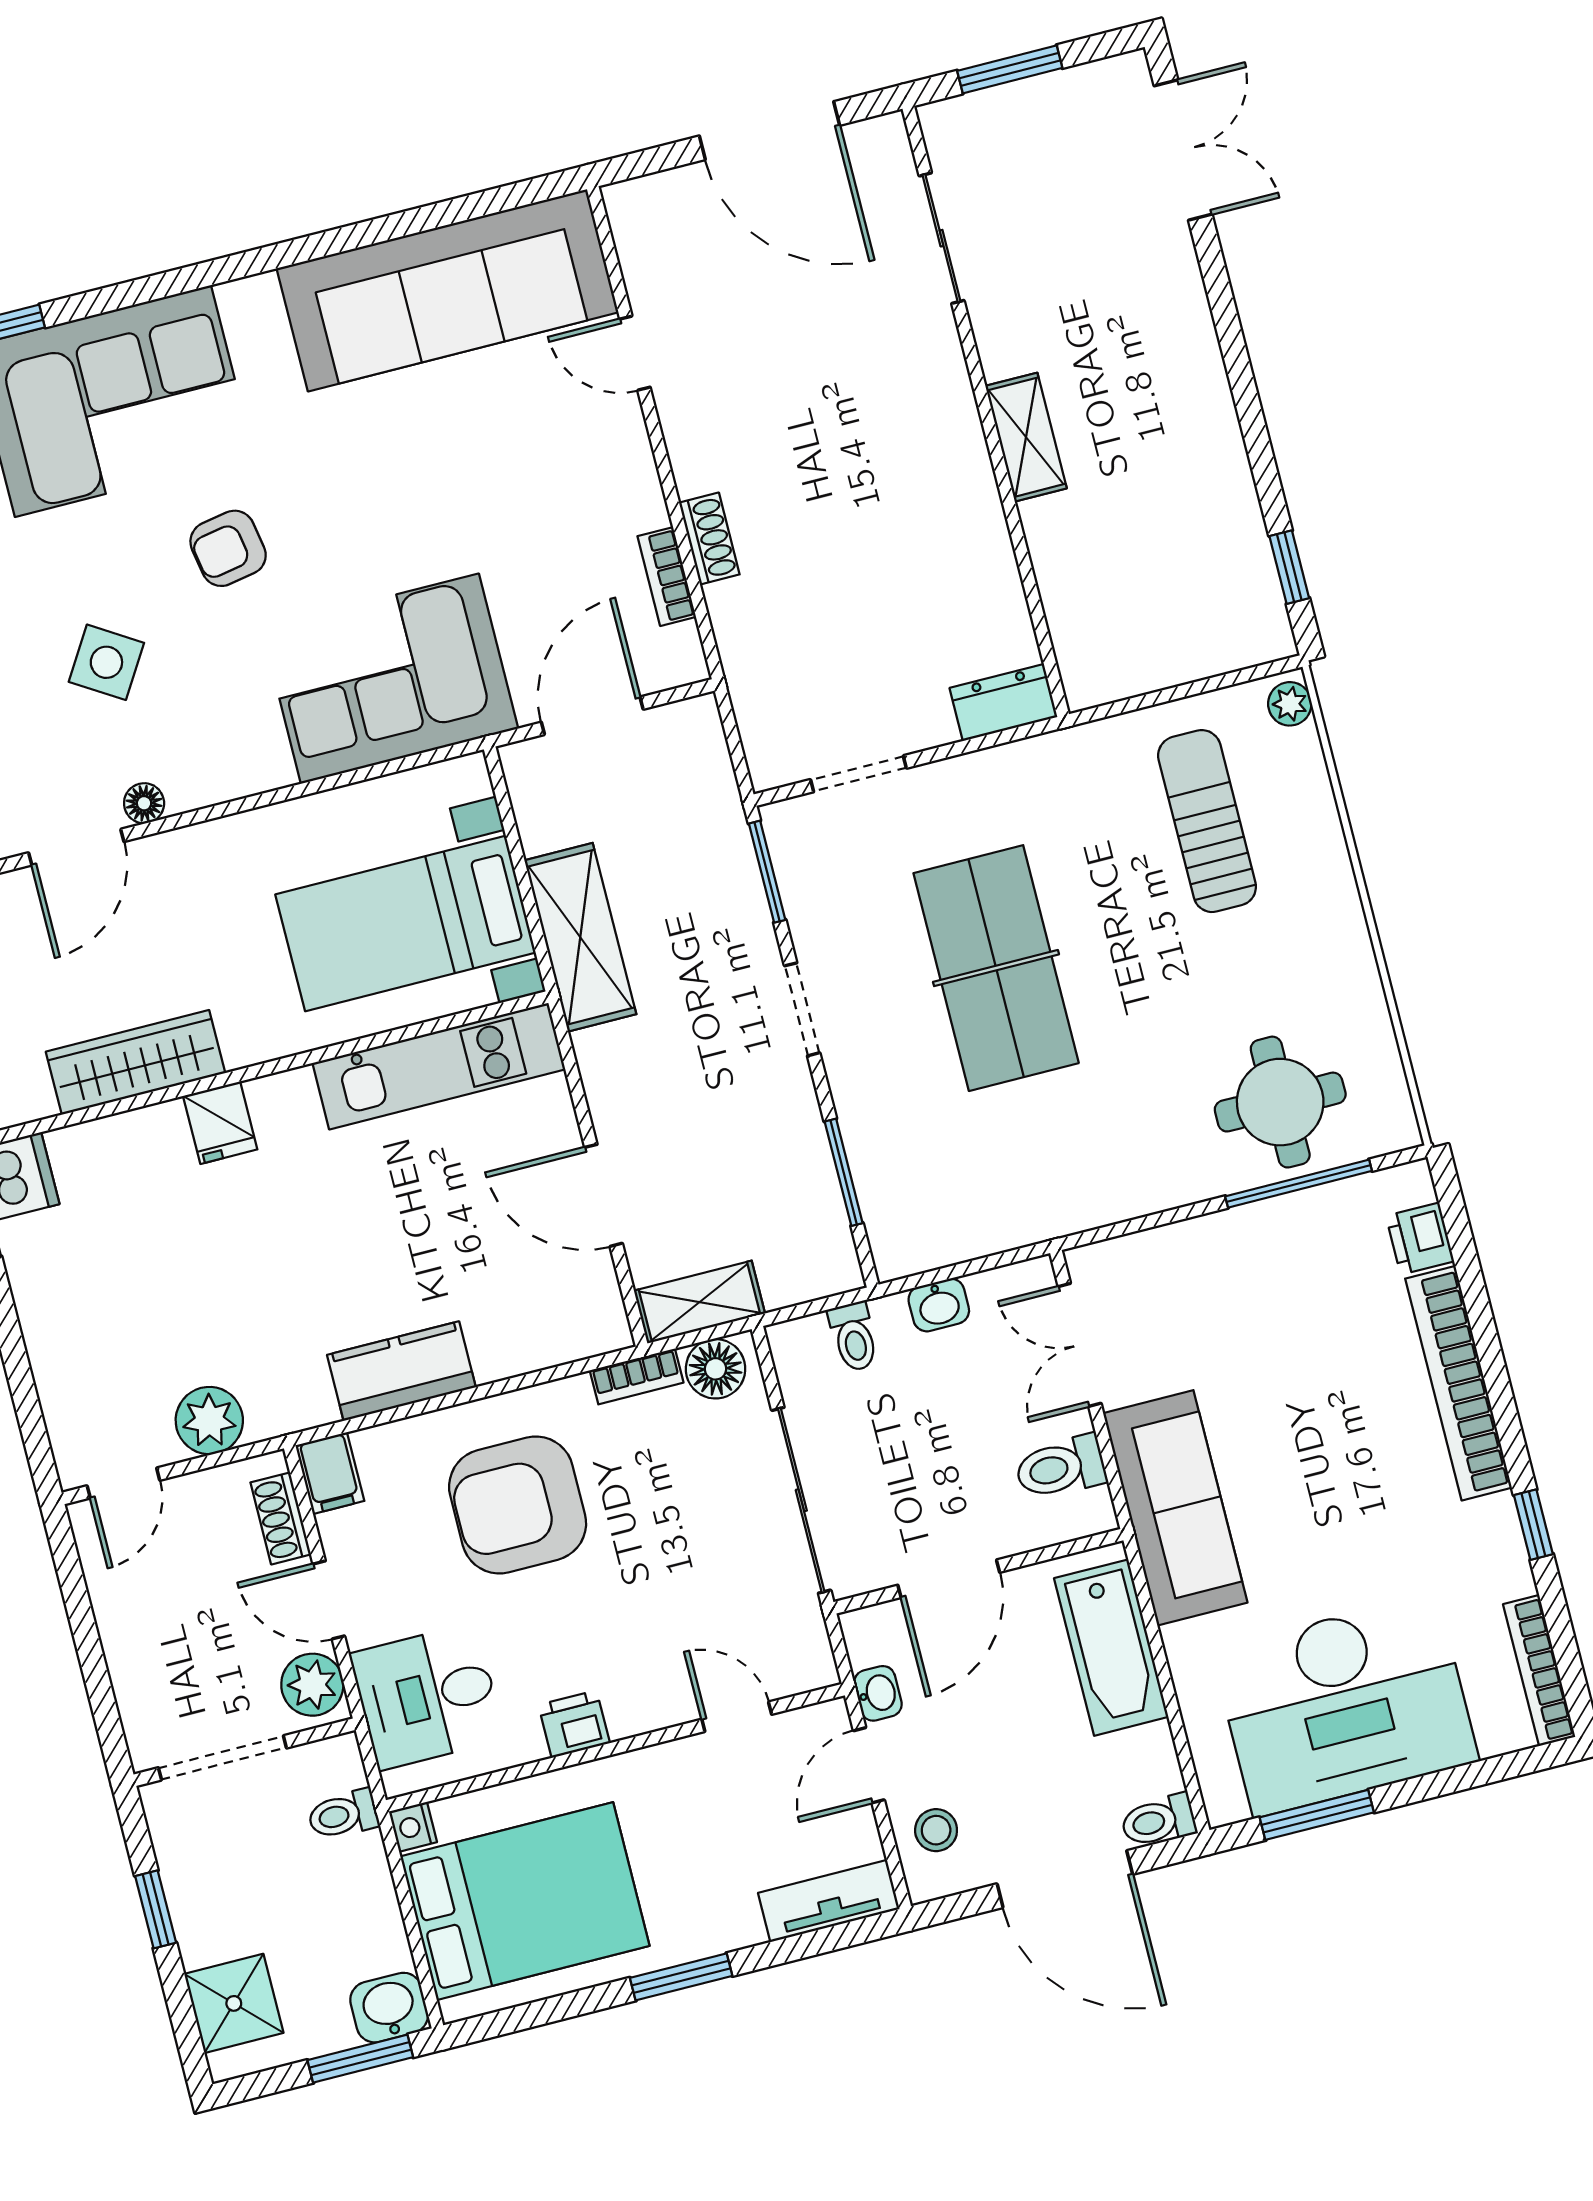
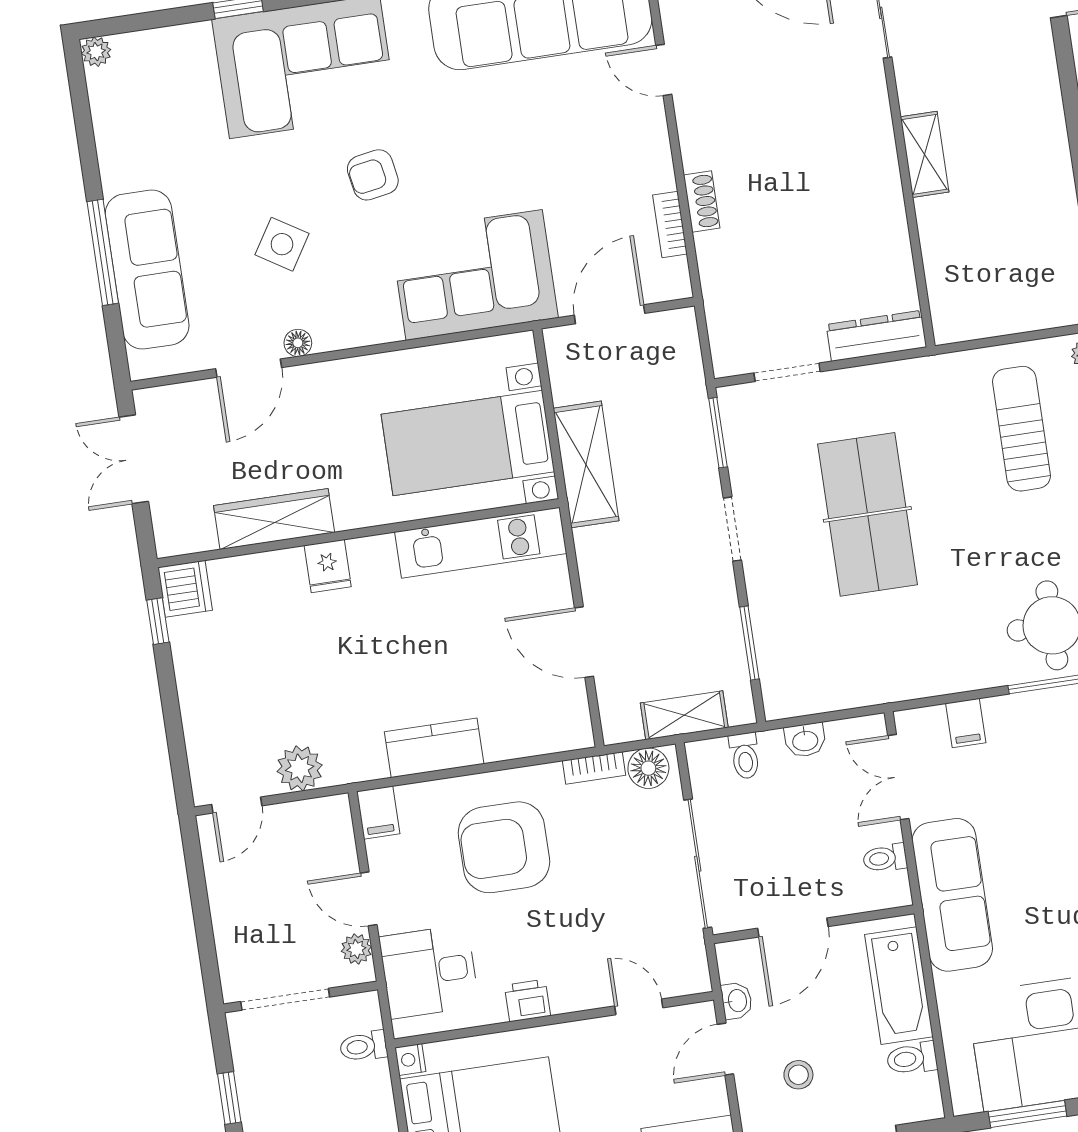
dresser: (1004, 703) -> (876, 336), width x1.44
filing cabinet: (1169, 1257) -> (966, 723), added
shelving: (699, 1302) -> (684, 715), moved
toilet: (1061, 1467) -> (885, 858), width x0.73, depth x0.72
shoe rack: (281, 1518) -> (342, 840), removed
plant: (312, 1685) -> (356, 949), width x0.73, depth x0.73
toilet: (1158, 1821) -> (912, 1058), moved
stool: (936, 1830) -> (798, 1075), moved

